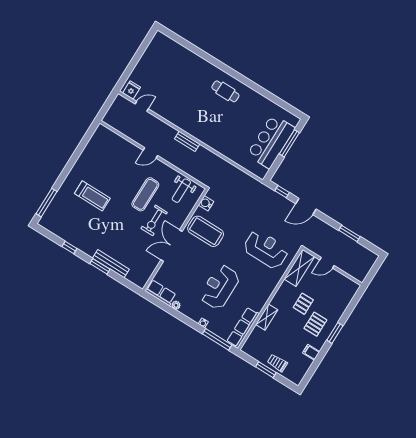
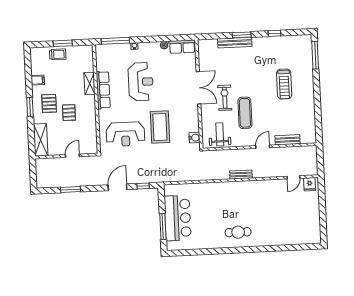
bench: (124, 144) -> (288, 140), added
treadmill: (92, 196) -> (284, 84), turned -90
coffee table: (206, 231) -> (160, 127), moved, turned 90
shelving: (299, 268) -> (41, 140), moved
row of seats: (243, 328) -> (103, 90), moved

